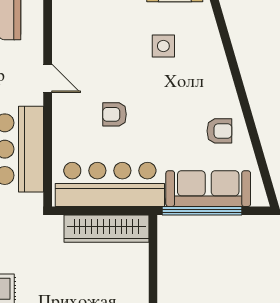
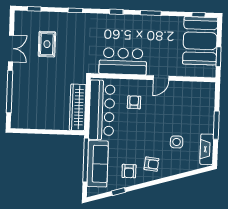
armchair: (205, 90) -> (151, 164), added
armchair: (115, 114) -> (134, 102), moved
window: (258, 149) -> (118, 192), added

